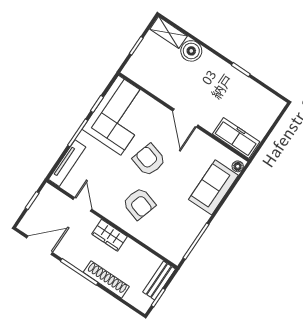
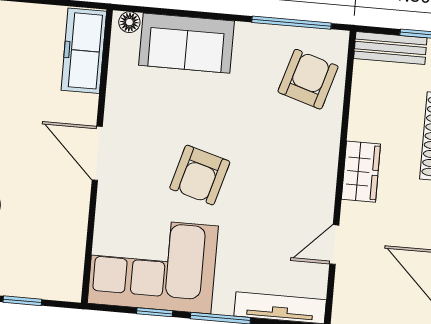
door: (185, 118) -> (97, 153), swing flipped
armchair: (139, 204) -> (308, 79), moved

